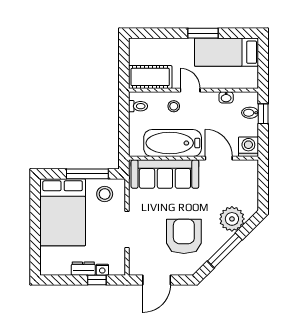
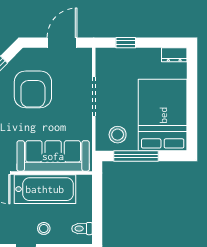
dresser: (83, 269) -> (174, 55), moved
nightstand: (102, 270) -> (120, 54), removed

